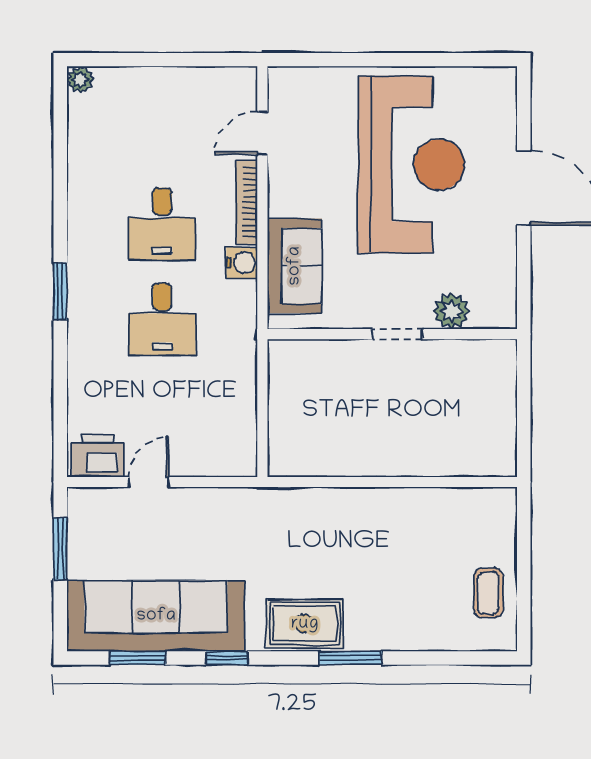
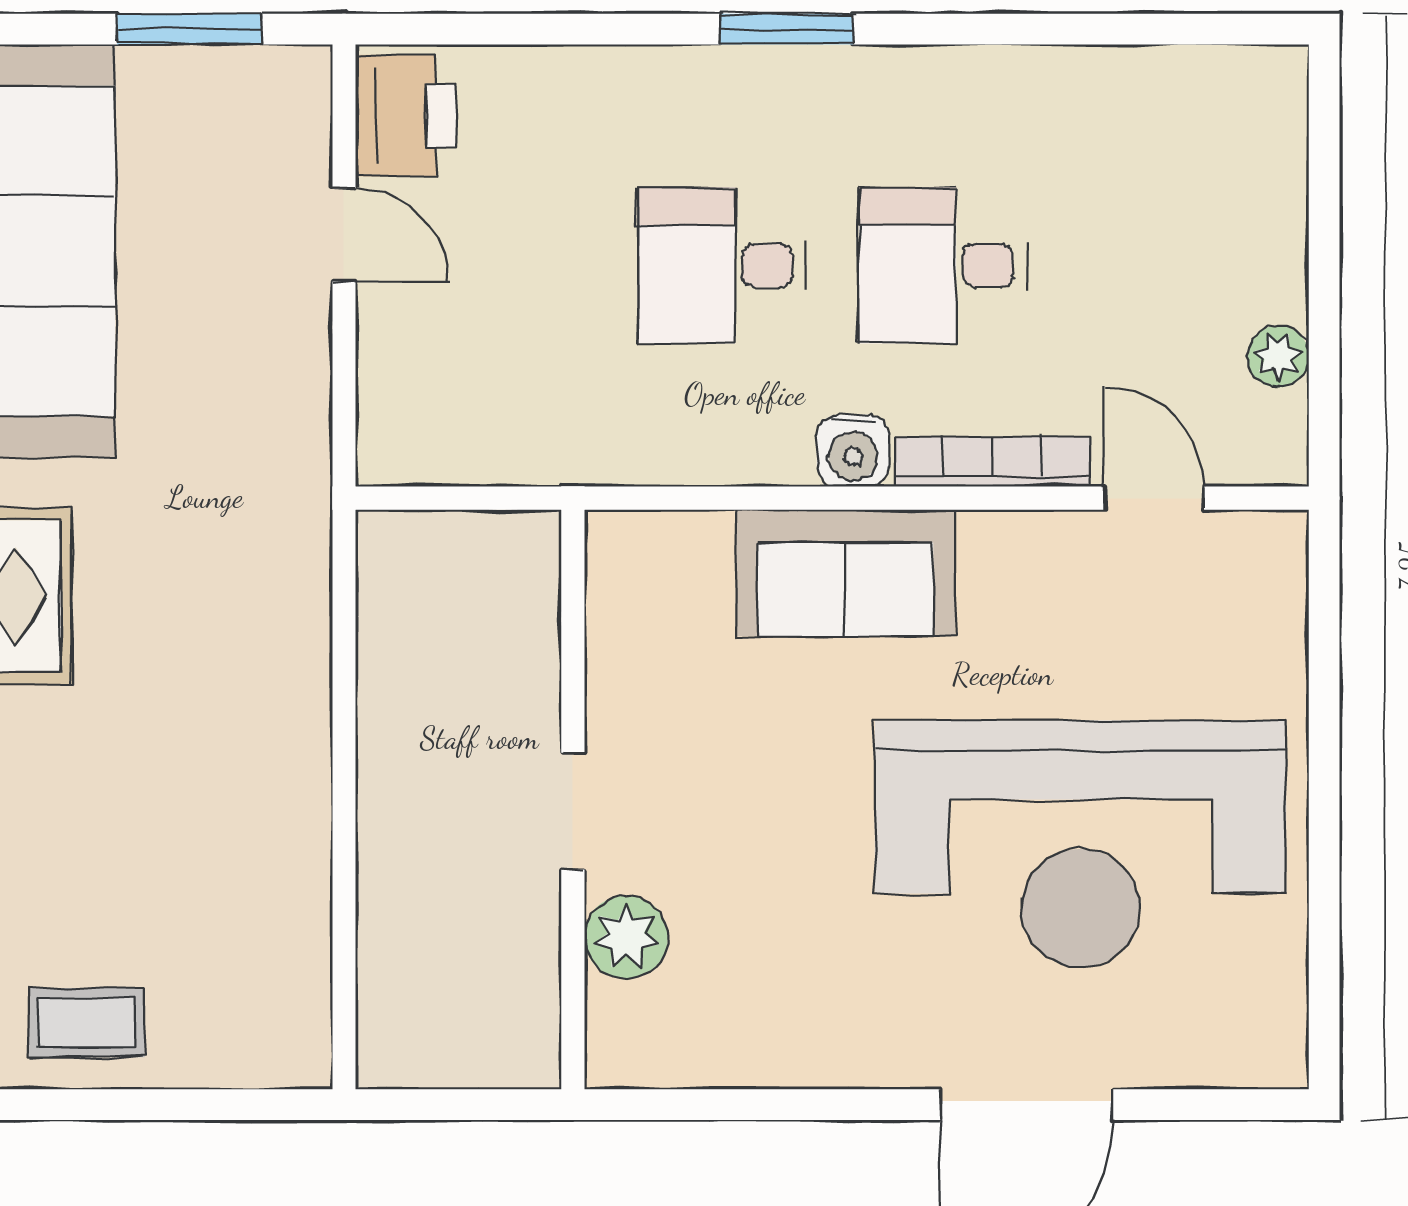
plant: (80, 79) -> (1278, 357), moved
plant: (452, 311) -> (626, 937), moved
wall: (392, 334) -> (573, 799), moved
doorway: (397, 334) -> (573, 811), moved

